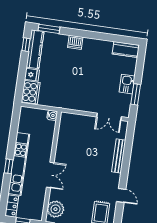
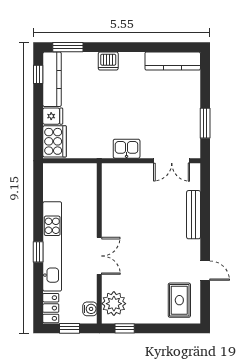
kitchen counter: (126, 50) -> (173, 61), width x1.50
kitchen sink: (127, 84) -> (127, 149), moved, turned 90
water cooler: (52, 115) -> (90, 309), moved

